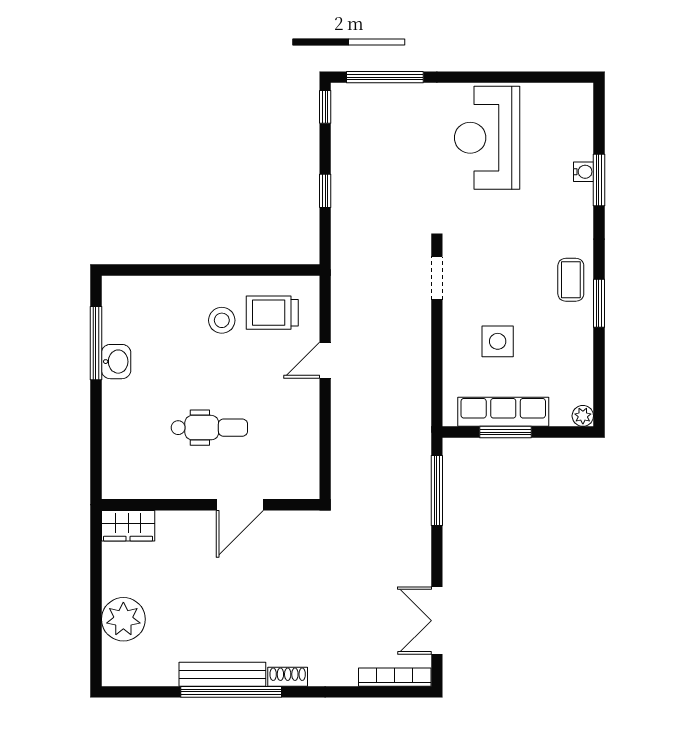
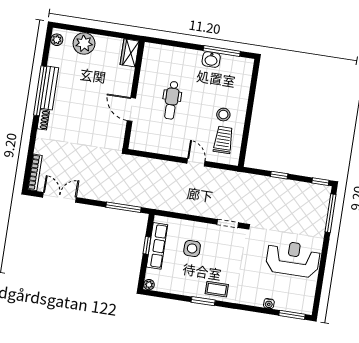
window: (599, 180) -> (292, 315), moved
window: (505, 432) -> (147, 245), width x0.67
plant: (124, 674) -> (57, 40), added

